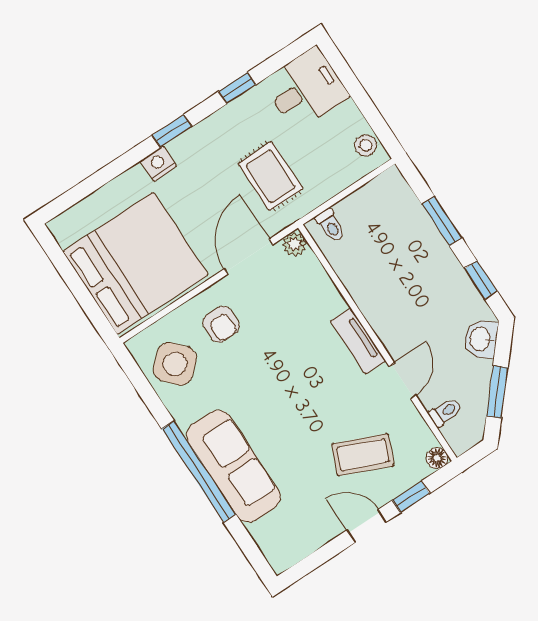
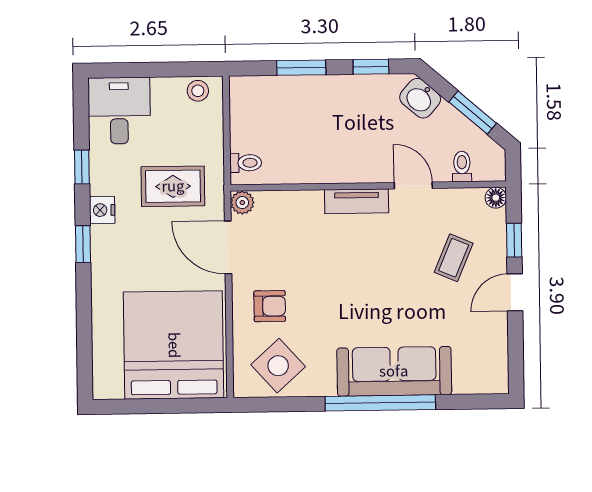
nightstand: (158, 164) -> (102, 210), moved
coffee table: (363, 455) -> (454, 258), width x0.73, depth x0.77

